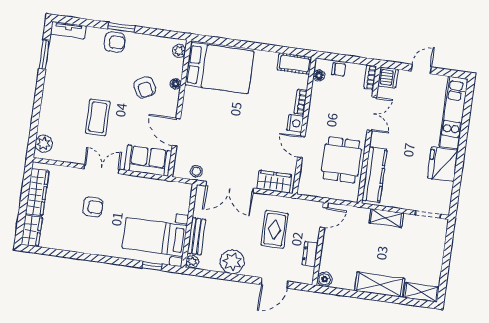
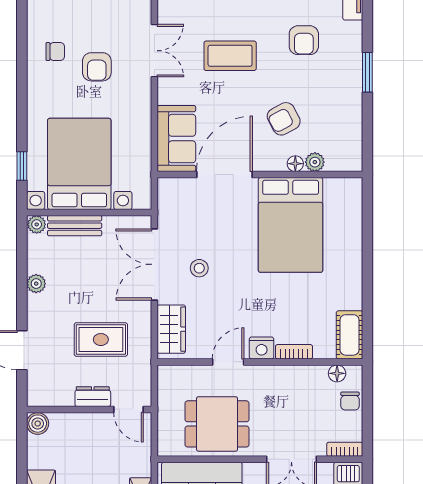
armchair: (115, 42) -> (304, 40), moved
plant: (179, 51) -> (315, 162), moved
bed: (219, 68) -> (291, 225), moved
door: (176, 132) -> (224, 175), width x1.36
double door: (102, 169) -> (154, 51), moved
stool: (196, 171) -> (199, 268), moved
chair: (79, 233) -> (55, 52), added
bed with nightstands: (155, 237) -> (79, 164), width x1.36
dresser: (310, 254) -> (93, 397), moved
plant: (232, 262) -> (36, 284), width x0.53, depth x0.53

